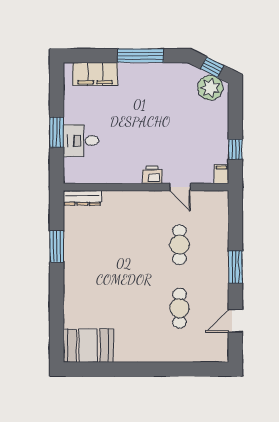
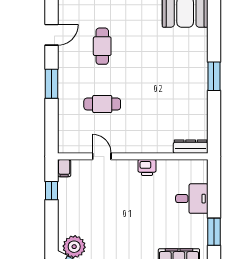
window: (57, 132) -> (214, 232), moved
printer: (152, 175) -> (147, 167), moved
cafe table: (179, 245) -> (102, 104), turned 90
window: (57, 247) -> (214, 76), moved

